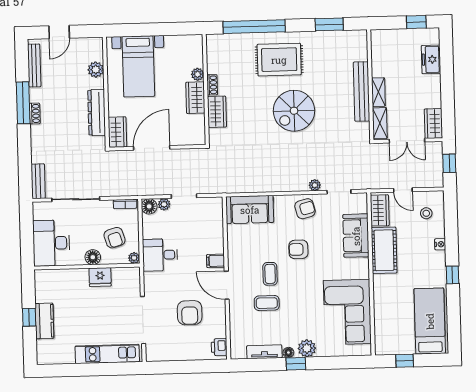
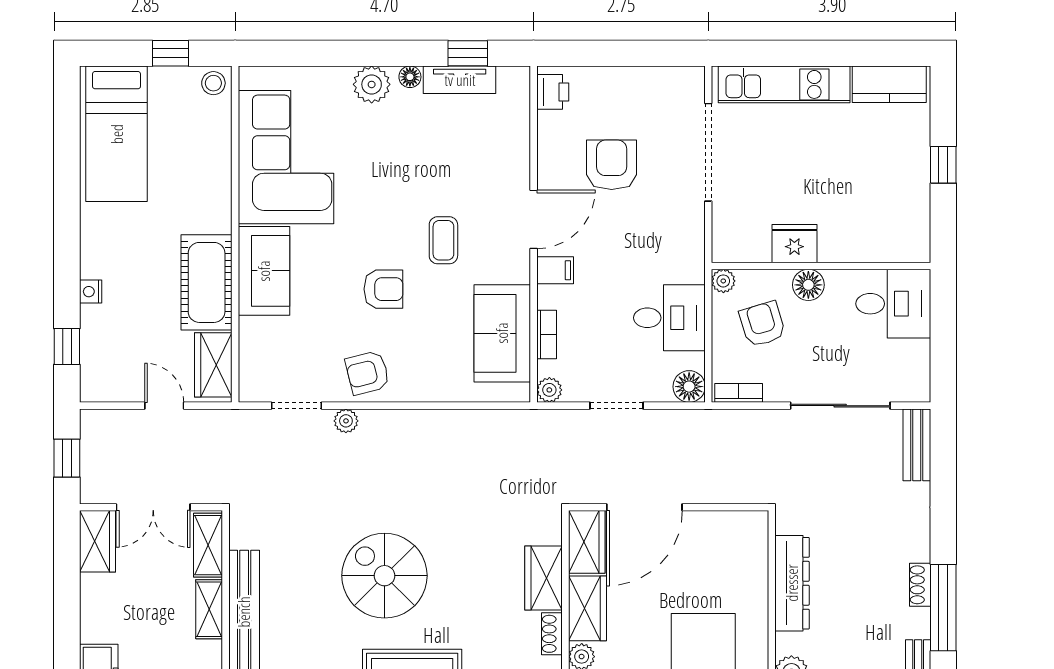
spiral stairs: (294, 111) -> (384, 576), turned -90
wardrobe: (117, 132) -> (587, 542), moved, turned 180
double door: (407, 141) -> (153, 507), swing flipped
door: (152, 148) -> (644, 507), moved
plant: (164, 204) -> (549, 390), moved
sofa: (250, 210) -> (502, 333), moved, turned -90
stool: (426, 213) -> (213, 83), moved
bookcase: (219, 230) -> (547, 335), added
sofa: (356, 236) -> (264, 271), moved
desk: (51, 243) -> (893, 304), width x0.73
desk: (160, 255) -> (669, 318), moved
window: (452, 275) -> (67, 347), moved
door: (227, 285) -> (534, 219), hinge flipped
coffee table: (267, 303) -> (452, 180), removed
kitchen counter: (44, 321) -> (889, 84), moved, turned -90
window: (296, 364) -> (468, 53), moved

